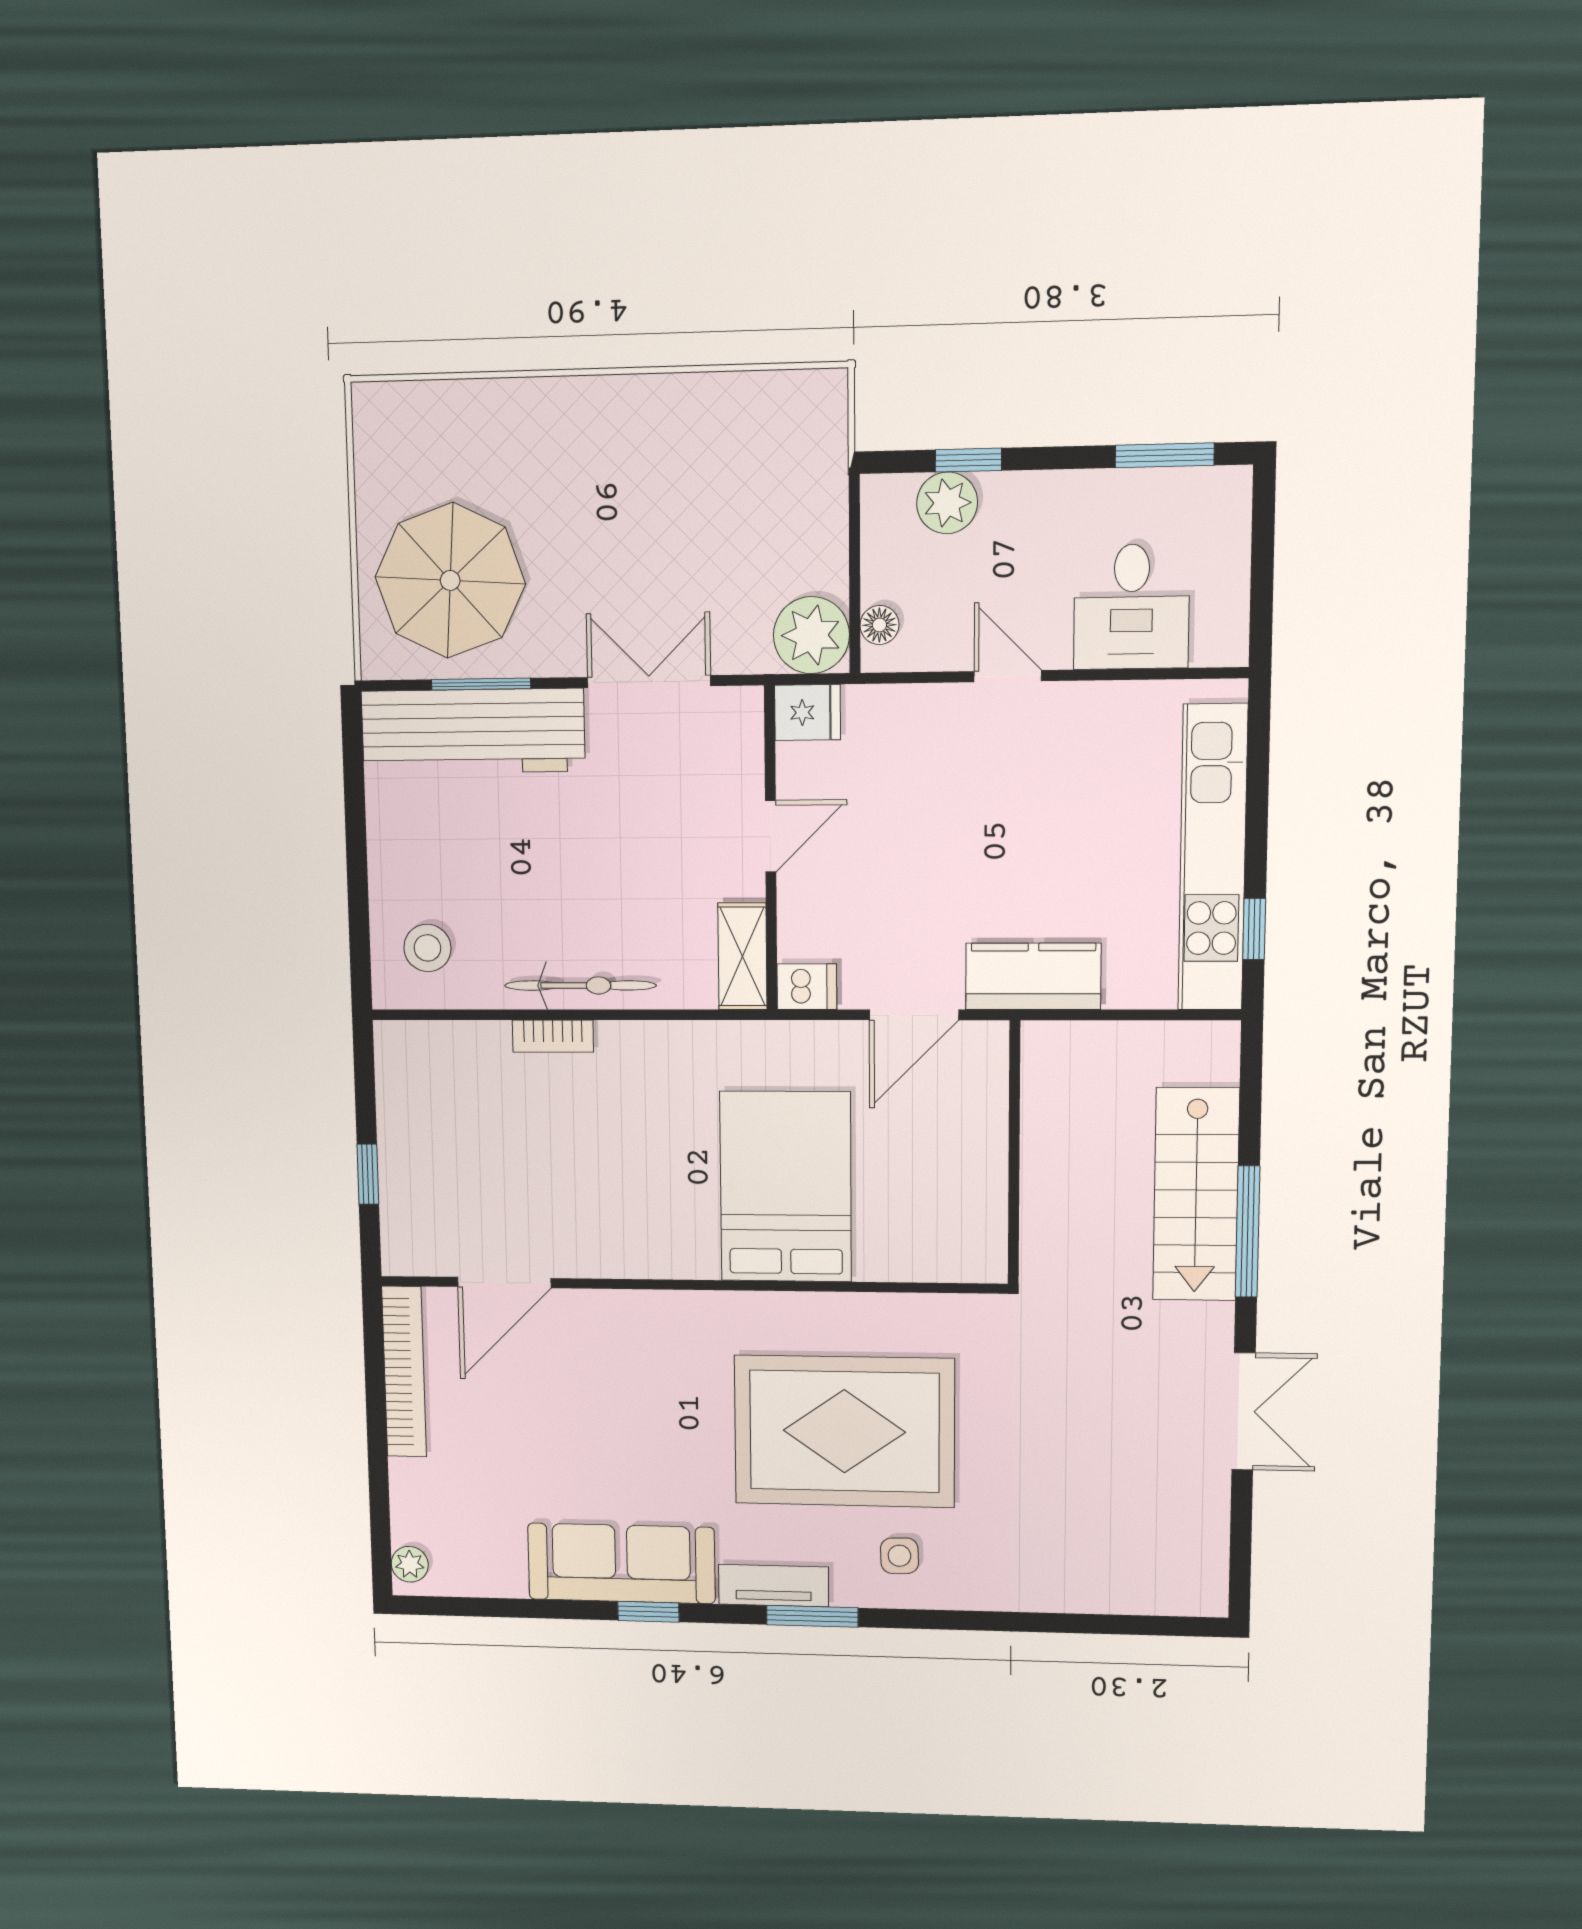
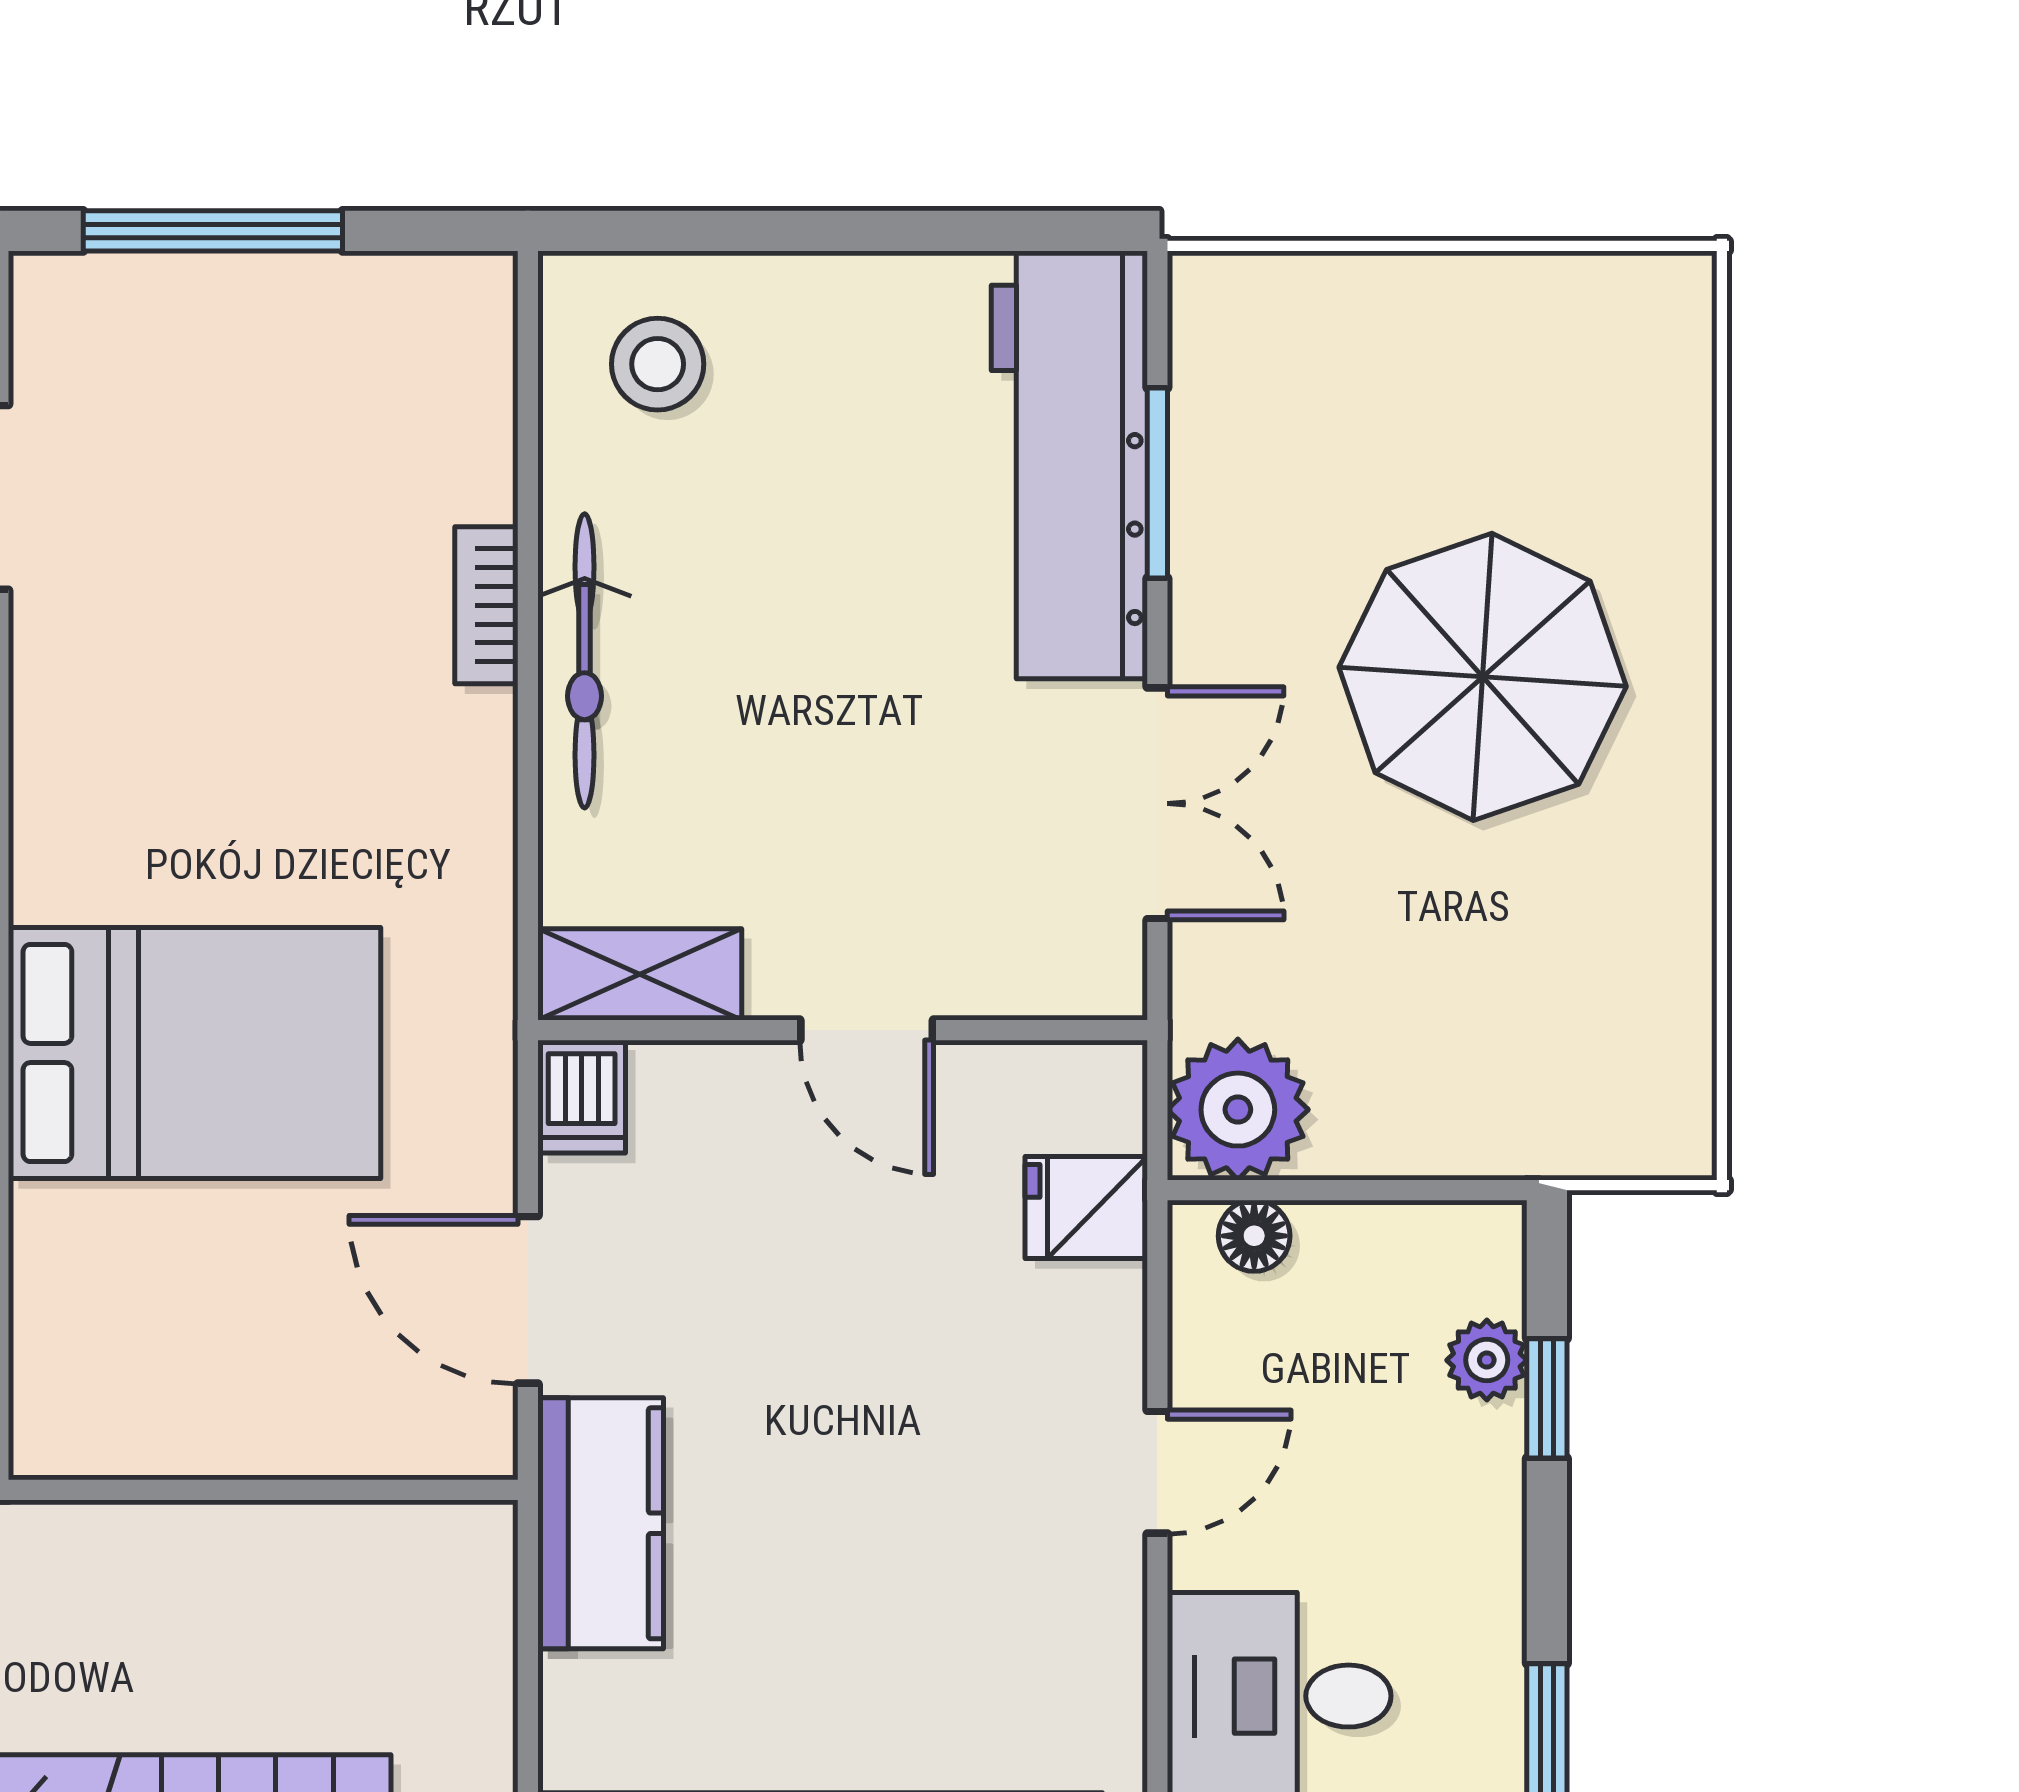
plant: (947, 503) -> (1487, 1360), width x0.73, depth x0.73
parasol: (450, 580) -> (1483, 677), moved
fridge: (807, 712) -> (1086, 1208), moved, turned 90
window: (368, 1174) -> (213, 231), width x2.17

